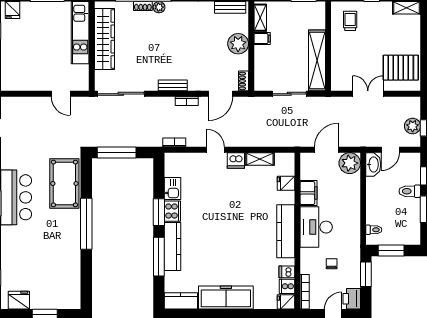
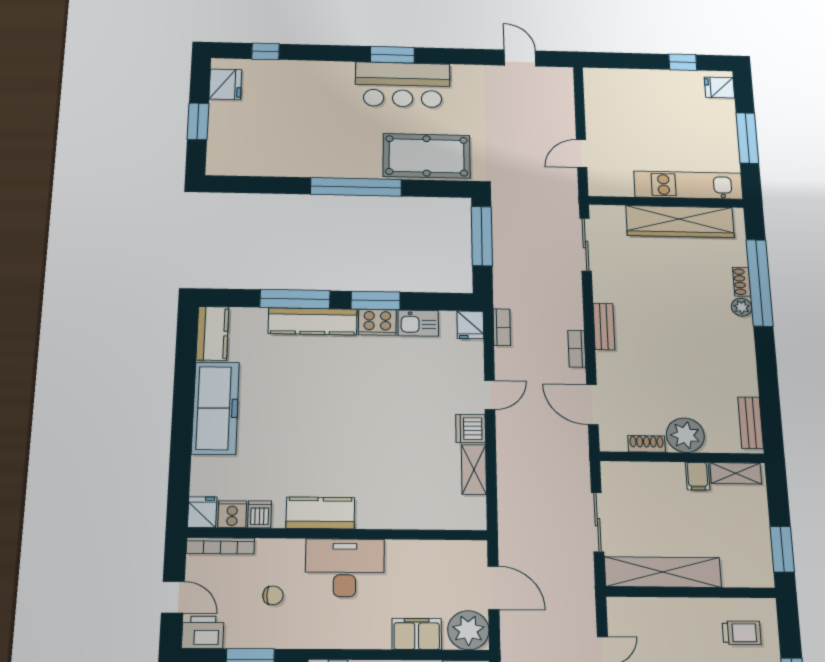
shoe rack: (244, 81) -> (647, 444), moved
sliding door: (121, 94) -> (586, 245), width x0.73
fridge: (286, 183) -> (470, 325), moved, turned 180
filing cabinet: (309, 193) -> (417, 634), moved, turned 180
kitchen counter: (286, 231) -> (320, 513), width x0.67

